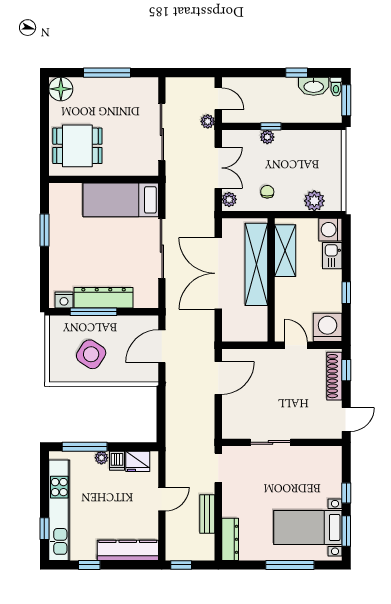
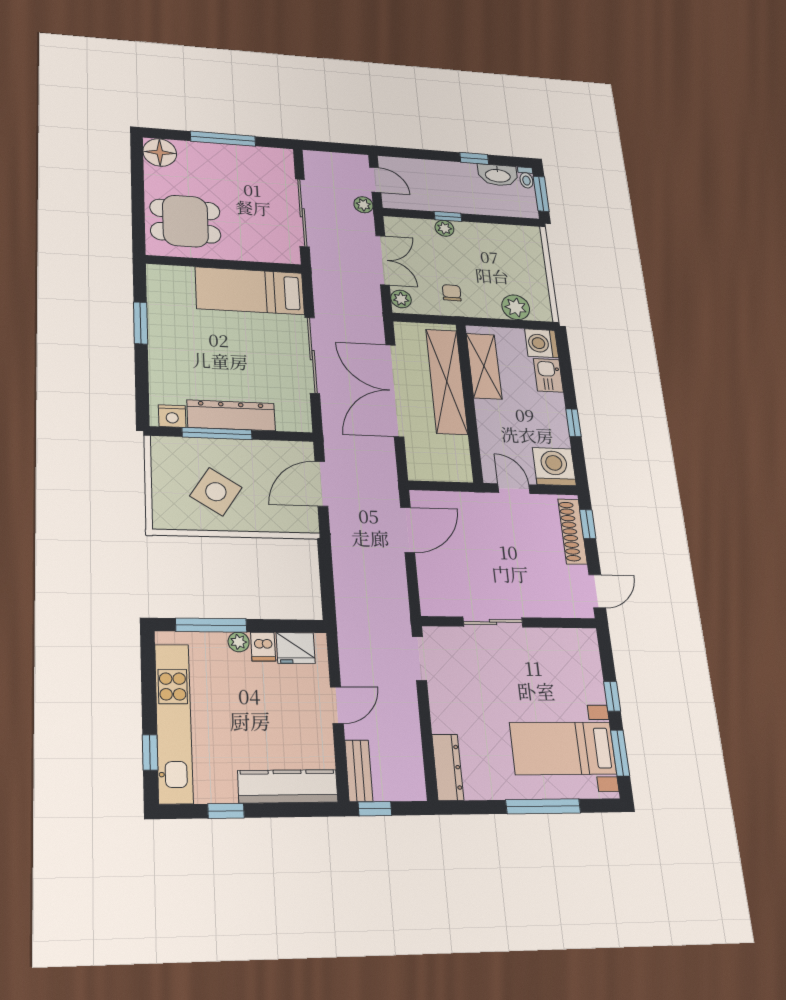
bench: (207, 514) -> (359, 771), moved

